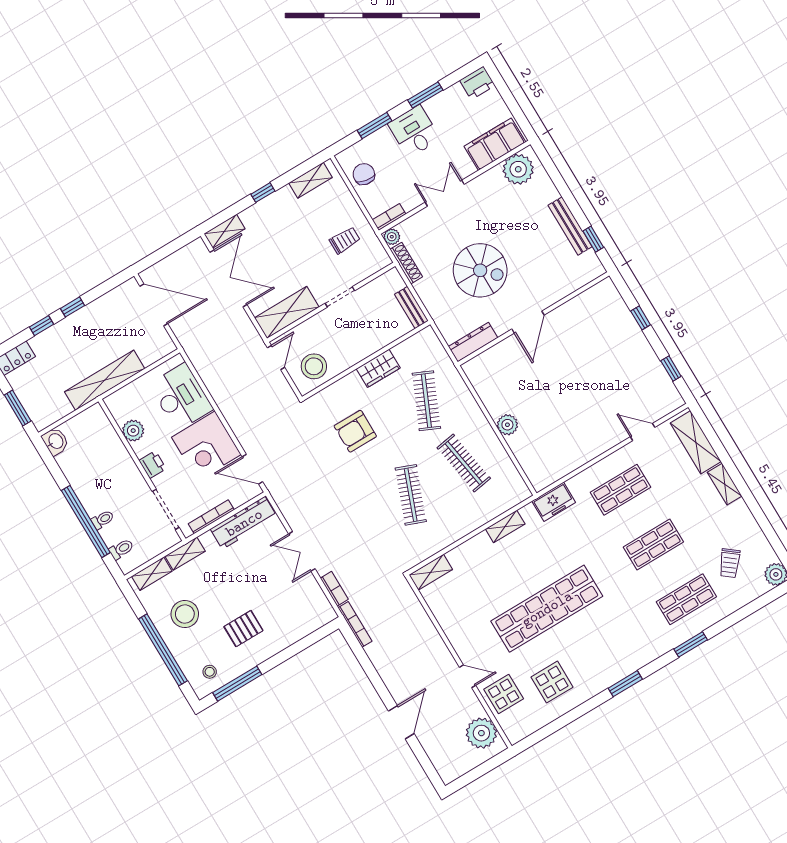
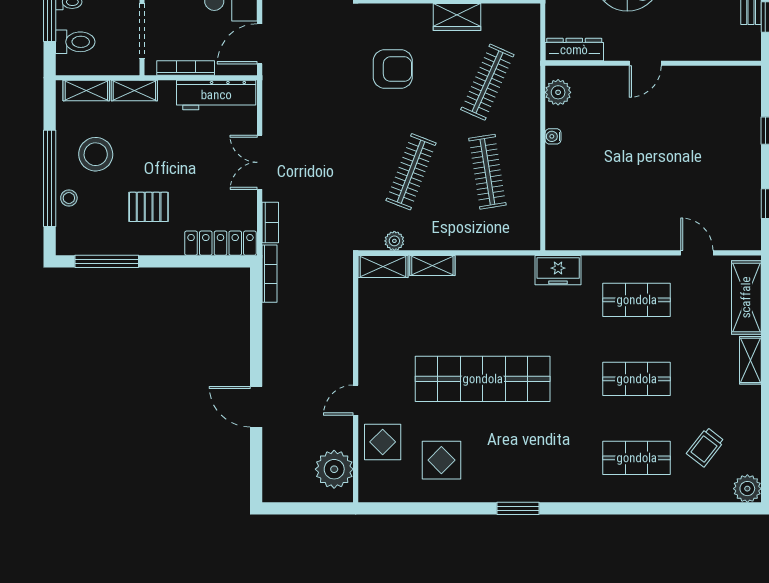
door: (528, 322) -> (645, 63), width x0.73
water cooler: (495, 411) -> (553, 136), added
plant: (507, 425) -> (558, 92), moved
armchair: (355, 431) -> (393, 69), turned 180
door: (252, 469) -> (260, 44), hinge flipped
shelving: (505, 527) -> (432, 265), moved
toilet: (121, 549) -> (75, 42), width x1.37, depth x1.39
plant: (428, 550) -> (394, 241), added
locker: (308, 624) -> (220, 243), added
window: (691, 644) -> (612, 508), removed
stool: (210, 672) -> (69, 198), moved
door: (467, 676) -> (356, 400), swing flipped
door: (401, 722) -> (256, 407), swing flipped

